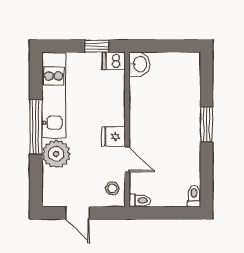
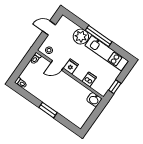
dishwasher: (114, 61) -> (89, 79), moved

